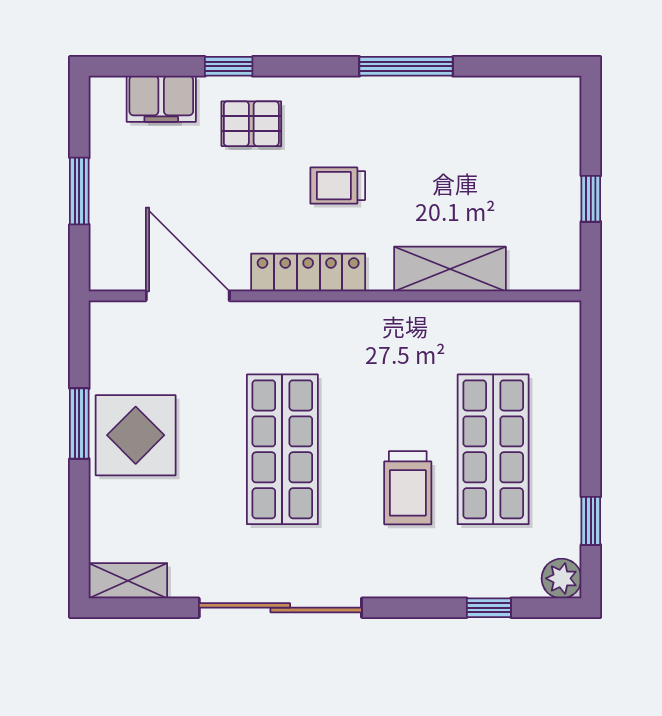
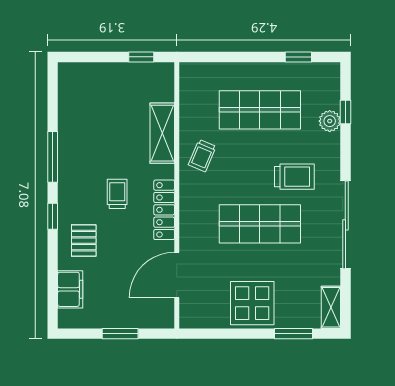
window: (229, 66) -> (53, 216), moved
trolley: (338, 186) -> (117, 194), turned 180
window: (591, 199) -> (141, 57), moved
trolley: (408, 343) -> (202, 156), added
window: (79, 424) -> (293, 334), moved
trolley: (408, 488) -> (294, 177), moved
plant: (562, 578) -> (330, 121), moved

